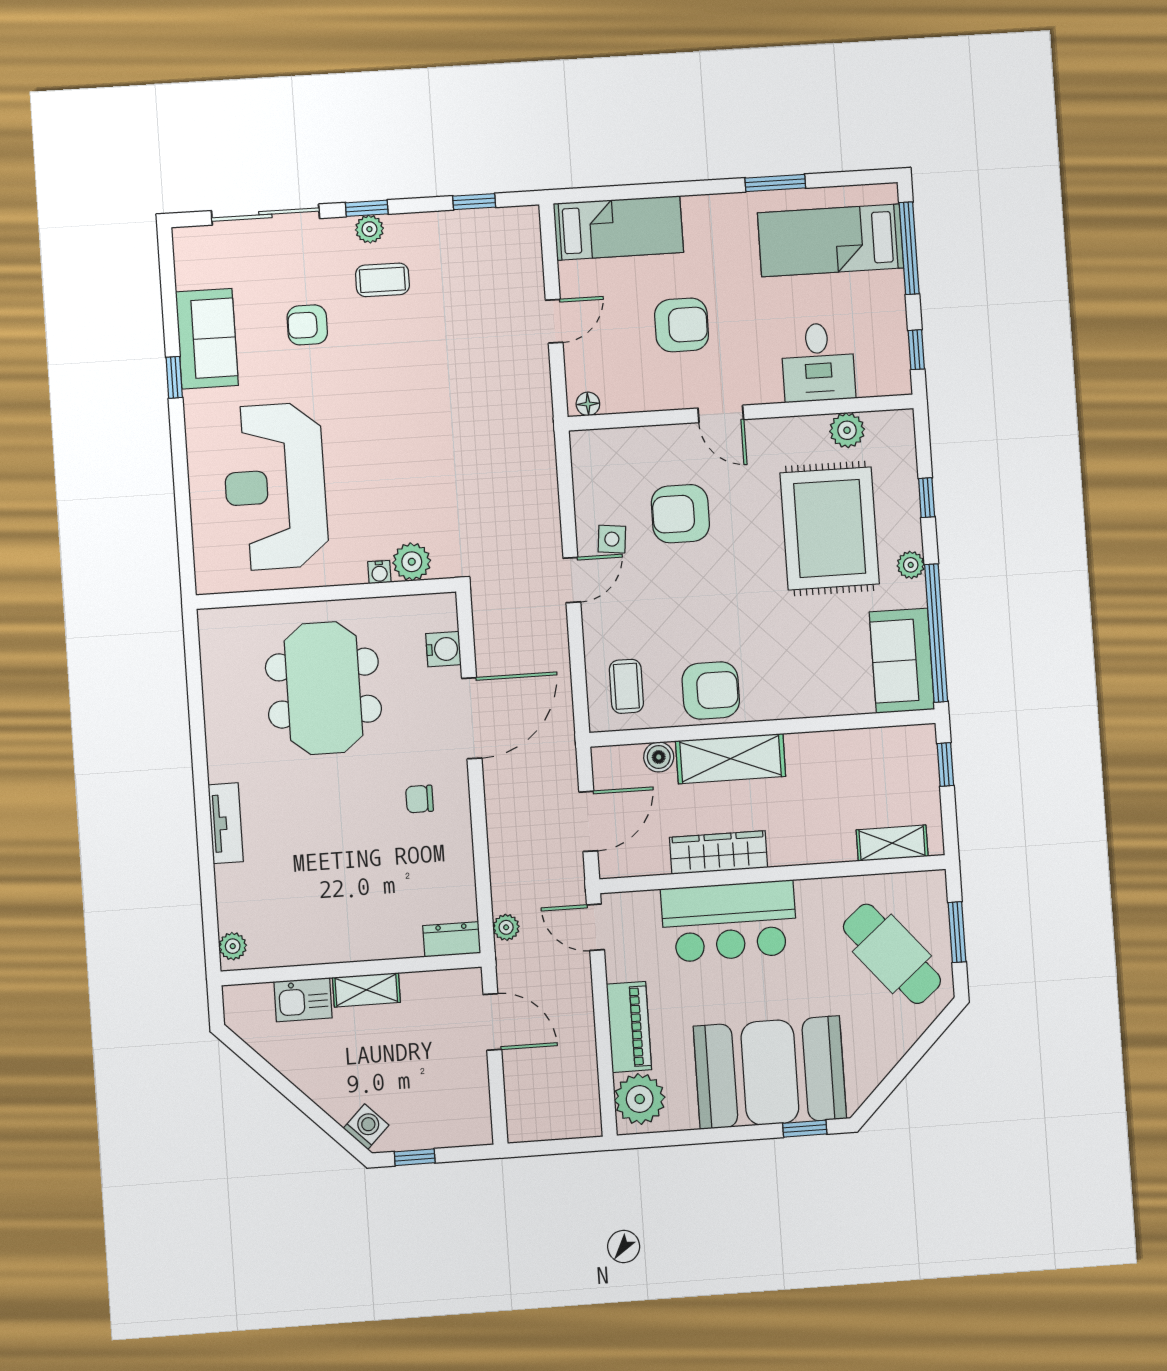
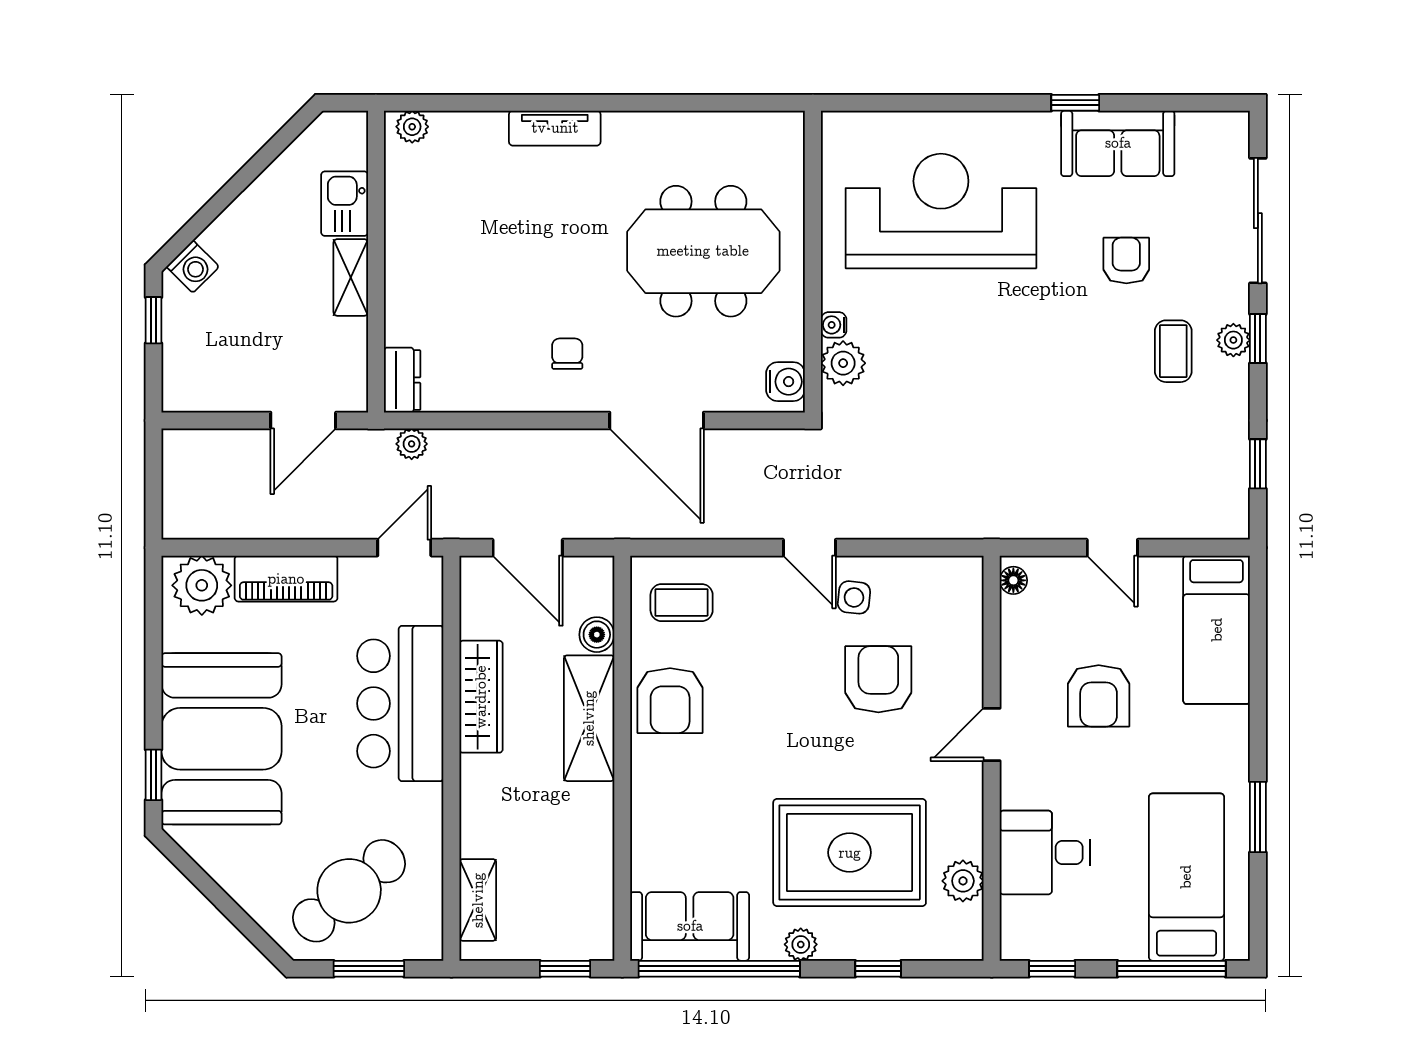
water cooler: (443, 649) -> (785, 382), moved, turned -90

